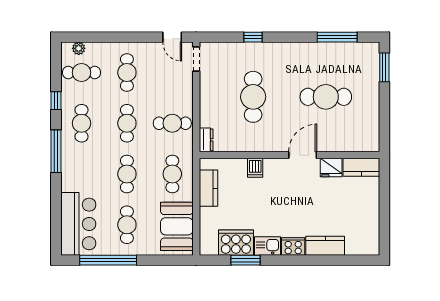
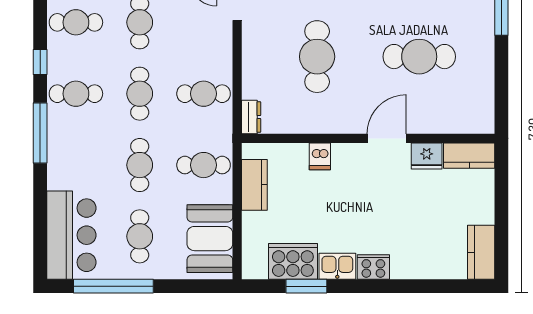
cafe table: (82, 123) -> (76, 94), turned 90
cafe table: (172, 174) -> (204, 165), turned 90
kitchen counter: (325, 246) -> (481, 252), moved, turned -90

